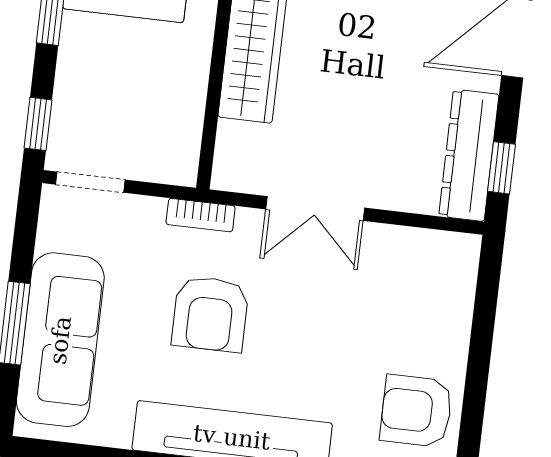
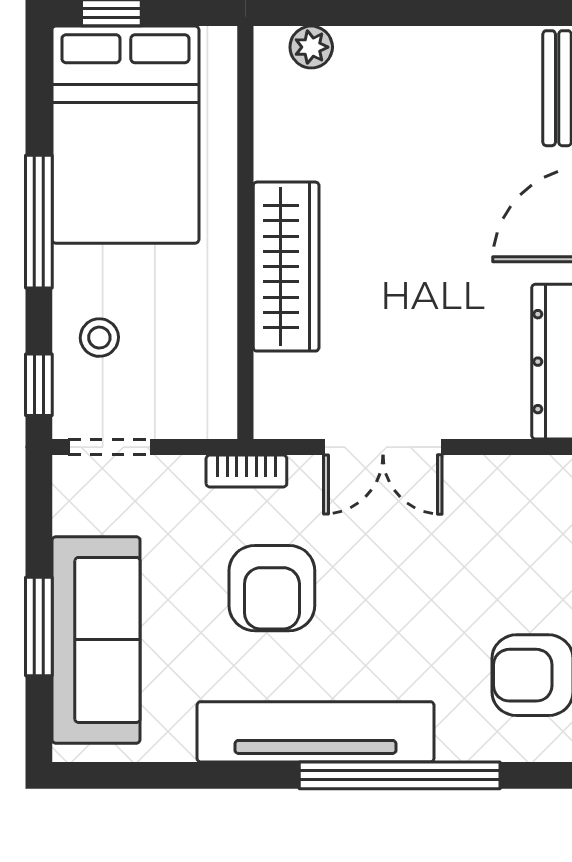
stool: (92, 91) -> (99, 338), added

